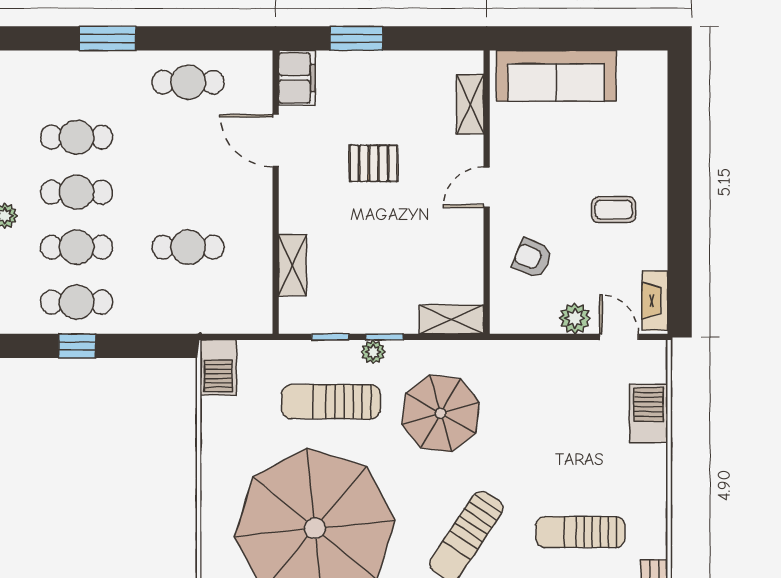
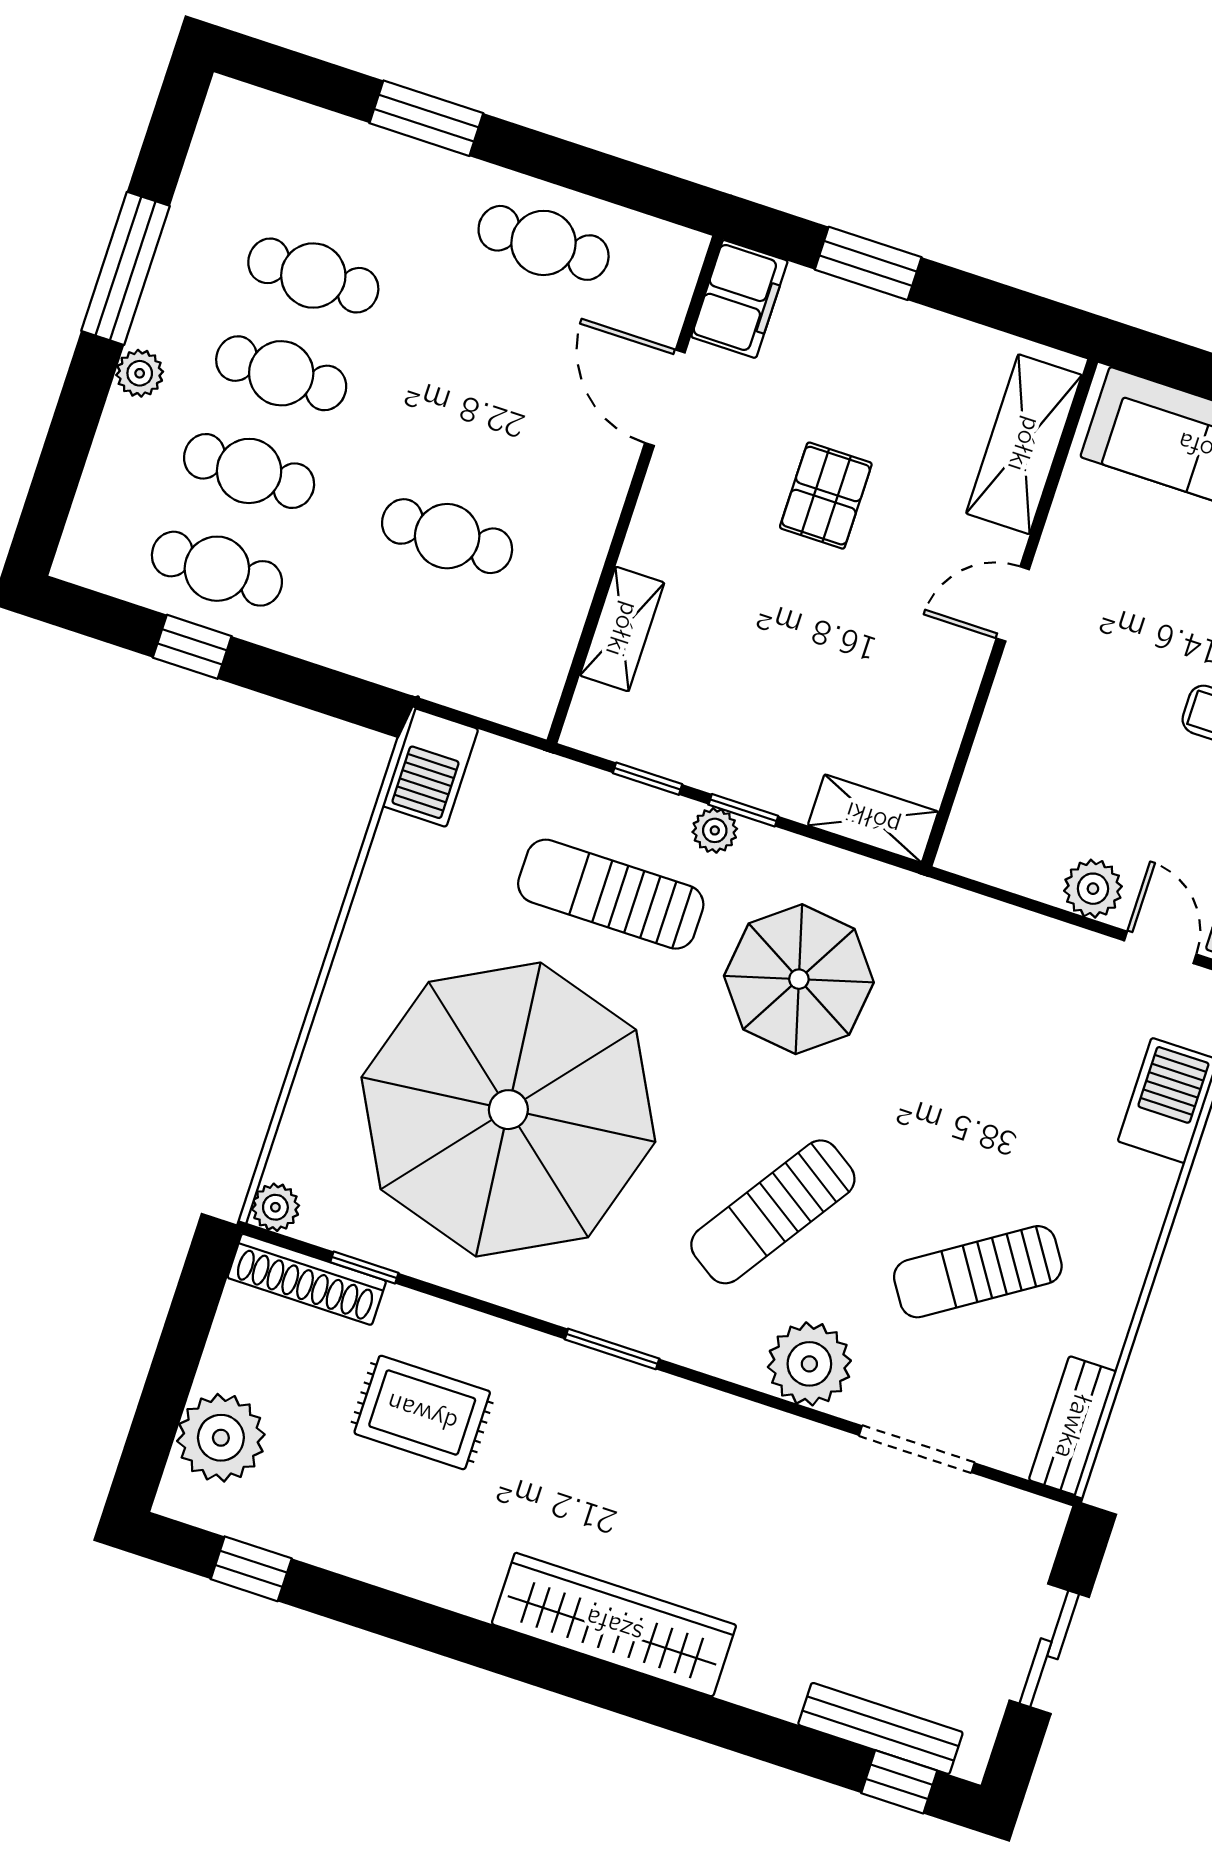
shelving: (470, 104) -> (1024, 444), width x1.50, depth x1.33
pallet: (374, 163) -> (826, 496), turned 90
armchair: (532, 258) -> (1052, 757), removed
sun lounger: (580, 532) -> (978, 1272), turned -33

